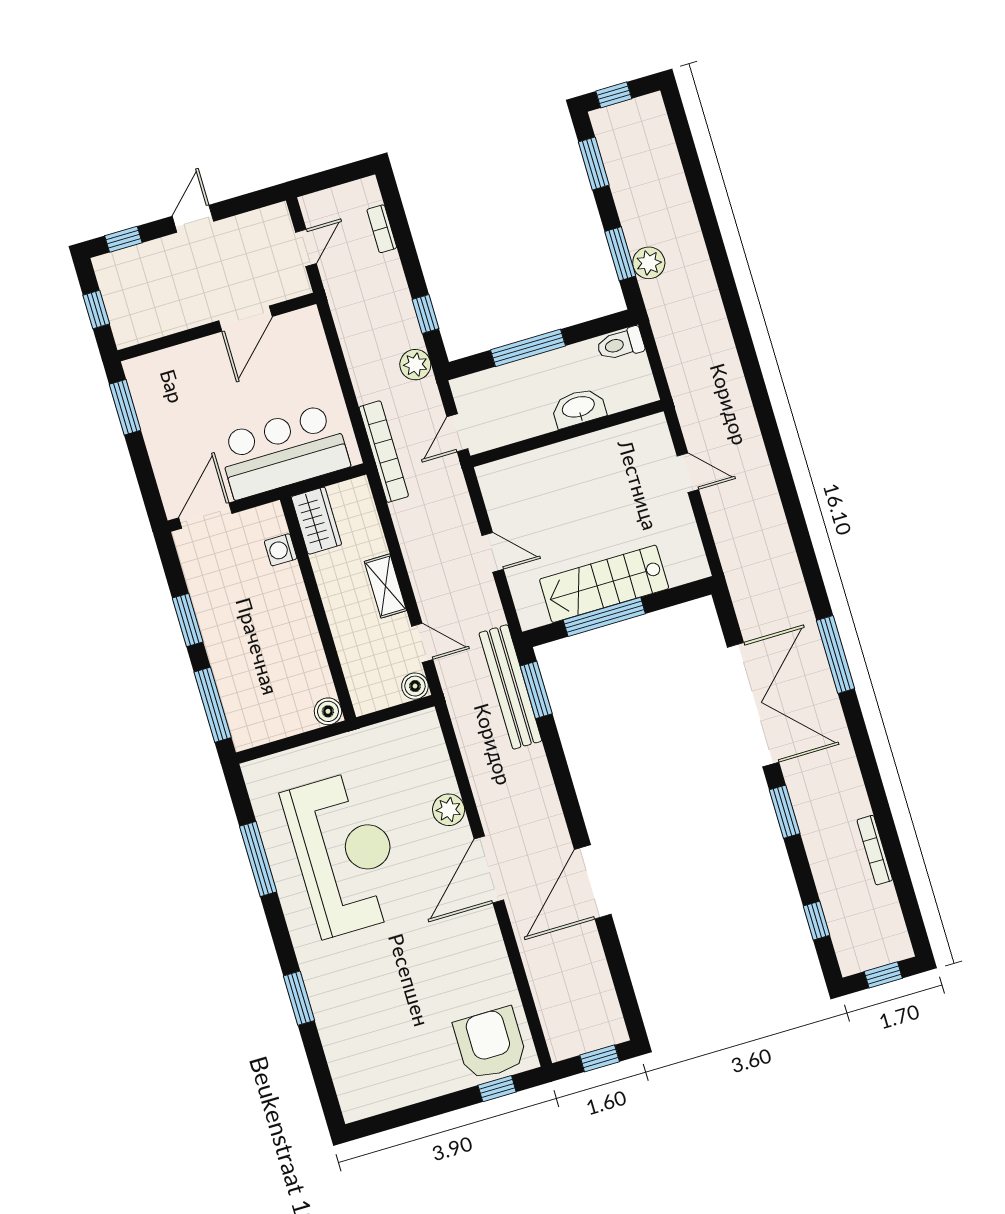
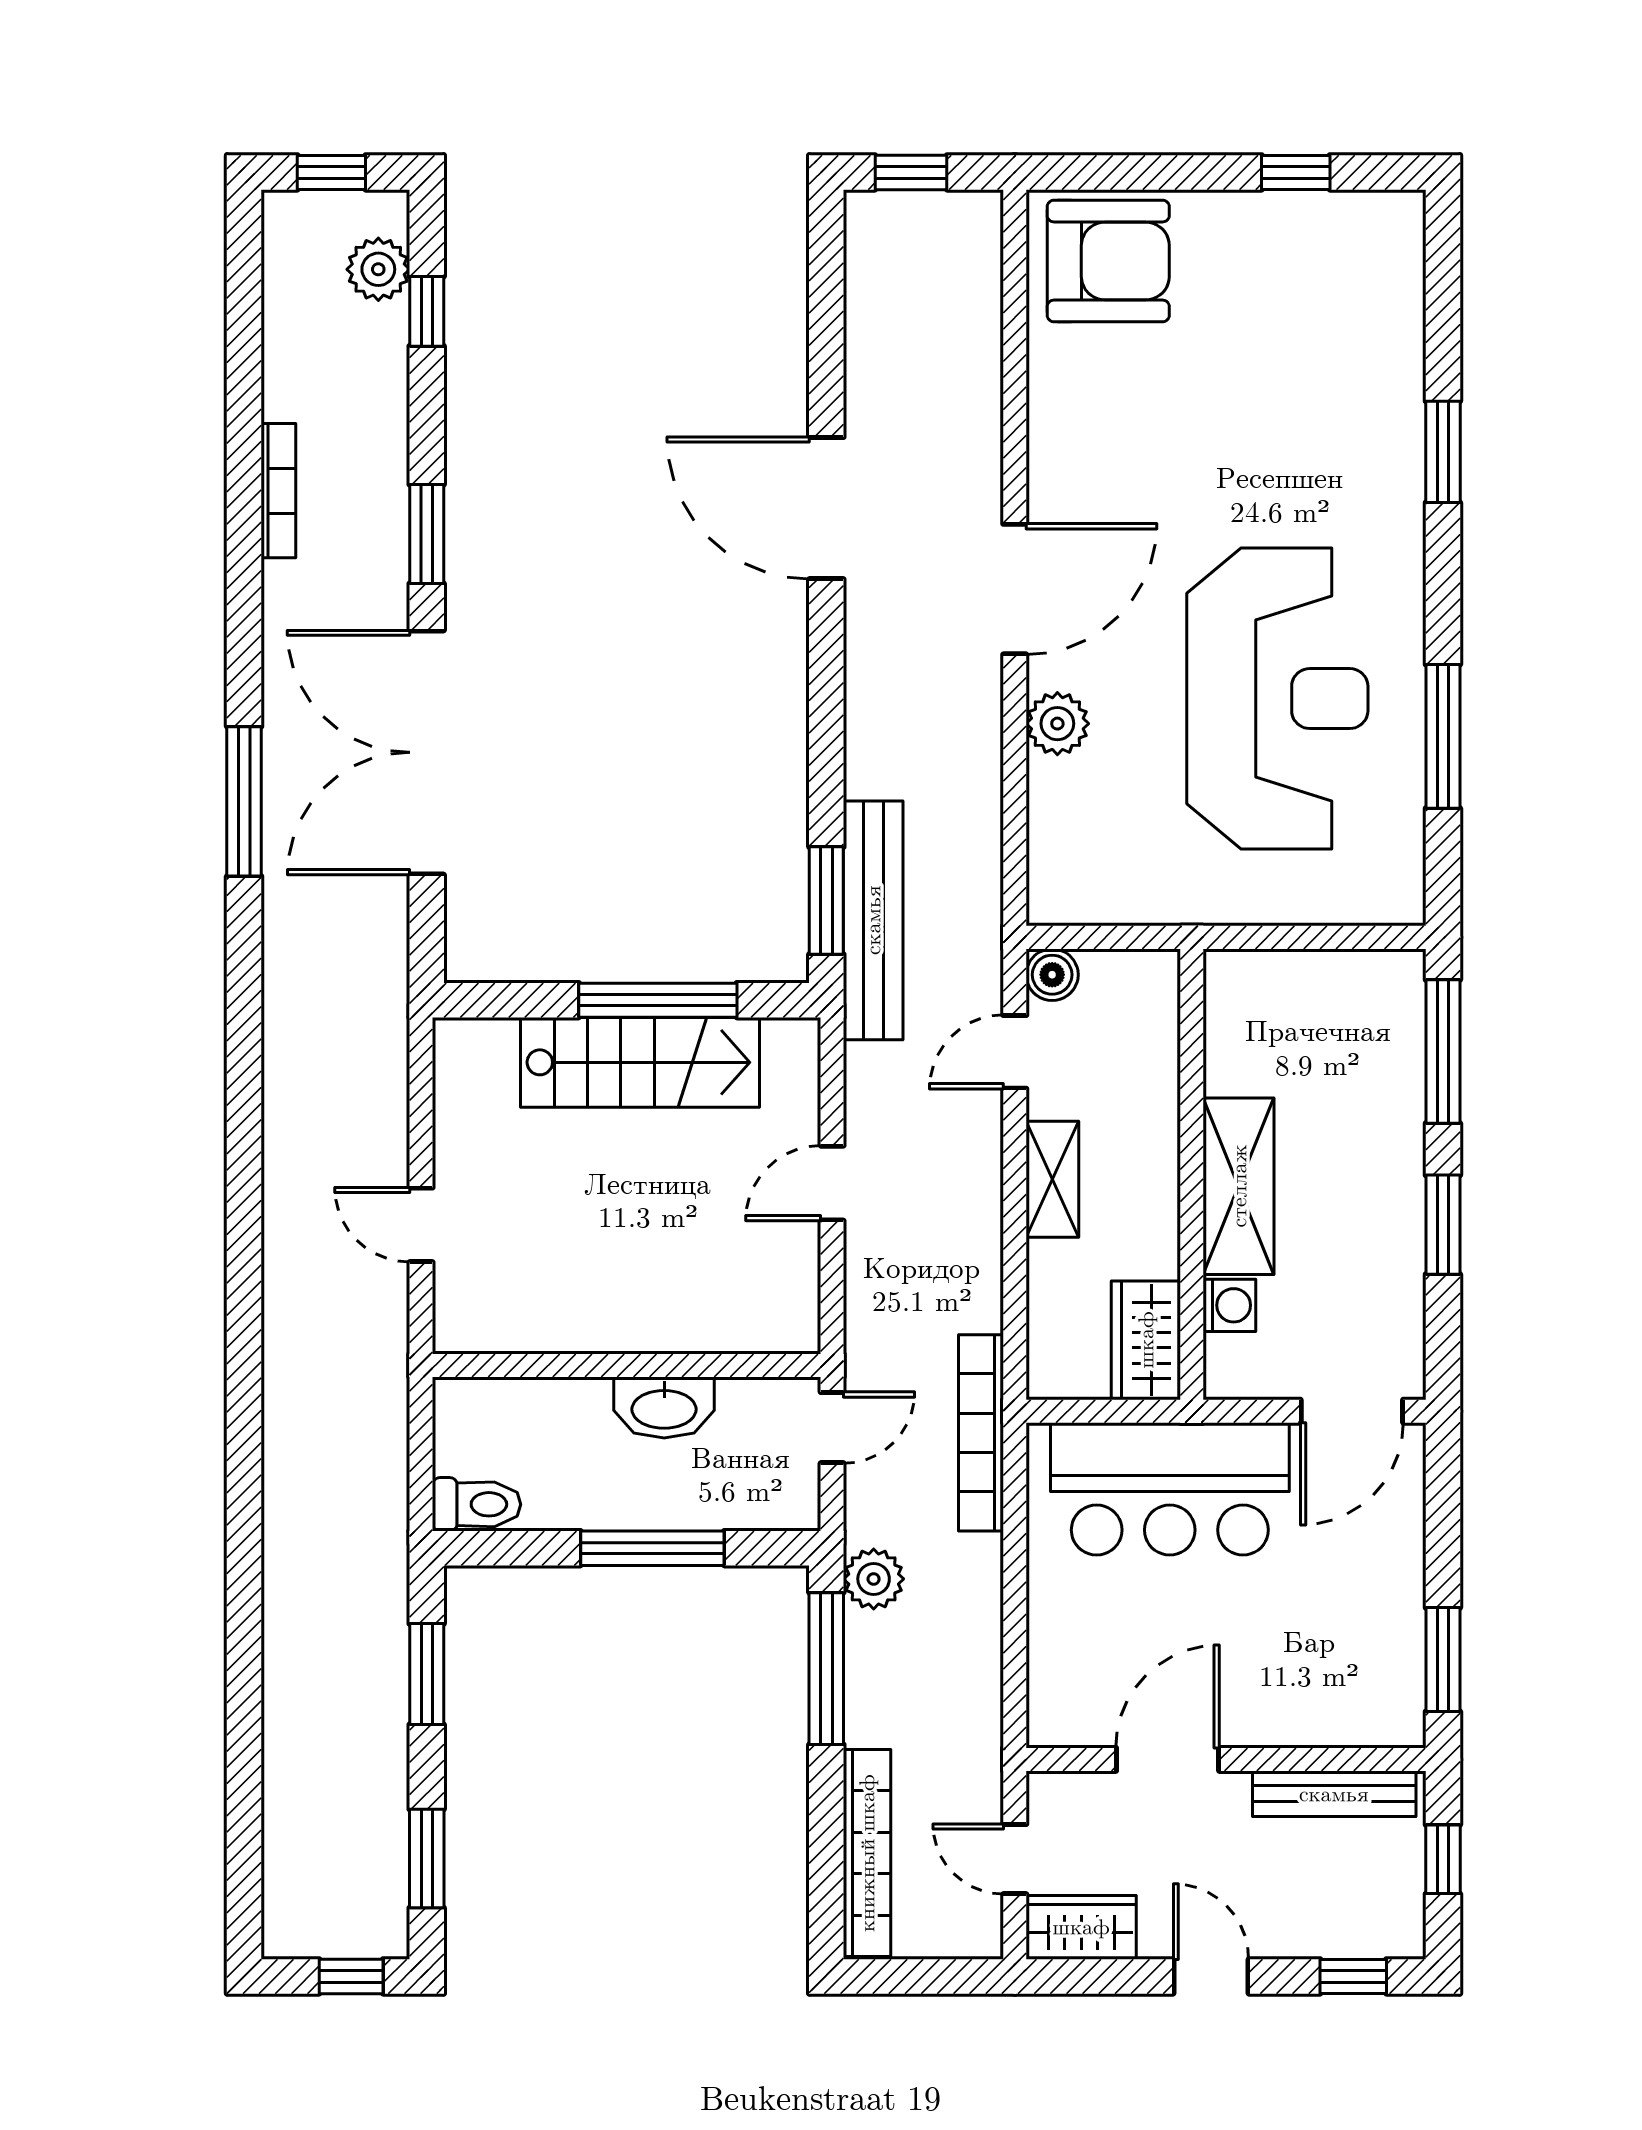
door: (193, 219) -> (1211, 1976), swing flipped
wardrobe: (264, 224) -> (1081, 1927), added
bookcase: (382, 229) -> (867, 1853), width x2.31, depth x1.31
door: (306, 248) -> (1015, 1859), hinge flipped
plant: (649, 263) -> (378, 269), moved
window: (426, 314) -> (826, 1669), width x2.17
bench: (159, 326) -> (1334, 1794), added
washbasin: (579, 408) -> (664, 1408), moved
door: (493, 552) -> (832, 1183), hinge flipped
shelving: (293, 609) -> (1239, 1186), added
door: (422, 643) -> (1015, 1052), hinge flipped
boiler: (328, 711) -> (1230, 975), removed
bookcase: (875, 850) -> (278, 491), moved
reception desk: (345, 854) -> (1277, 699), turned 180
door: (593, 882) -> (826, 508), swing flipped
armchair: (490, 1043) -> (1108, 261), turned -90
window: (497, 1089) -> (1296, 172), moved

